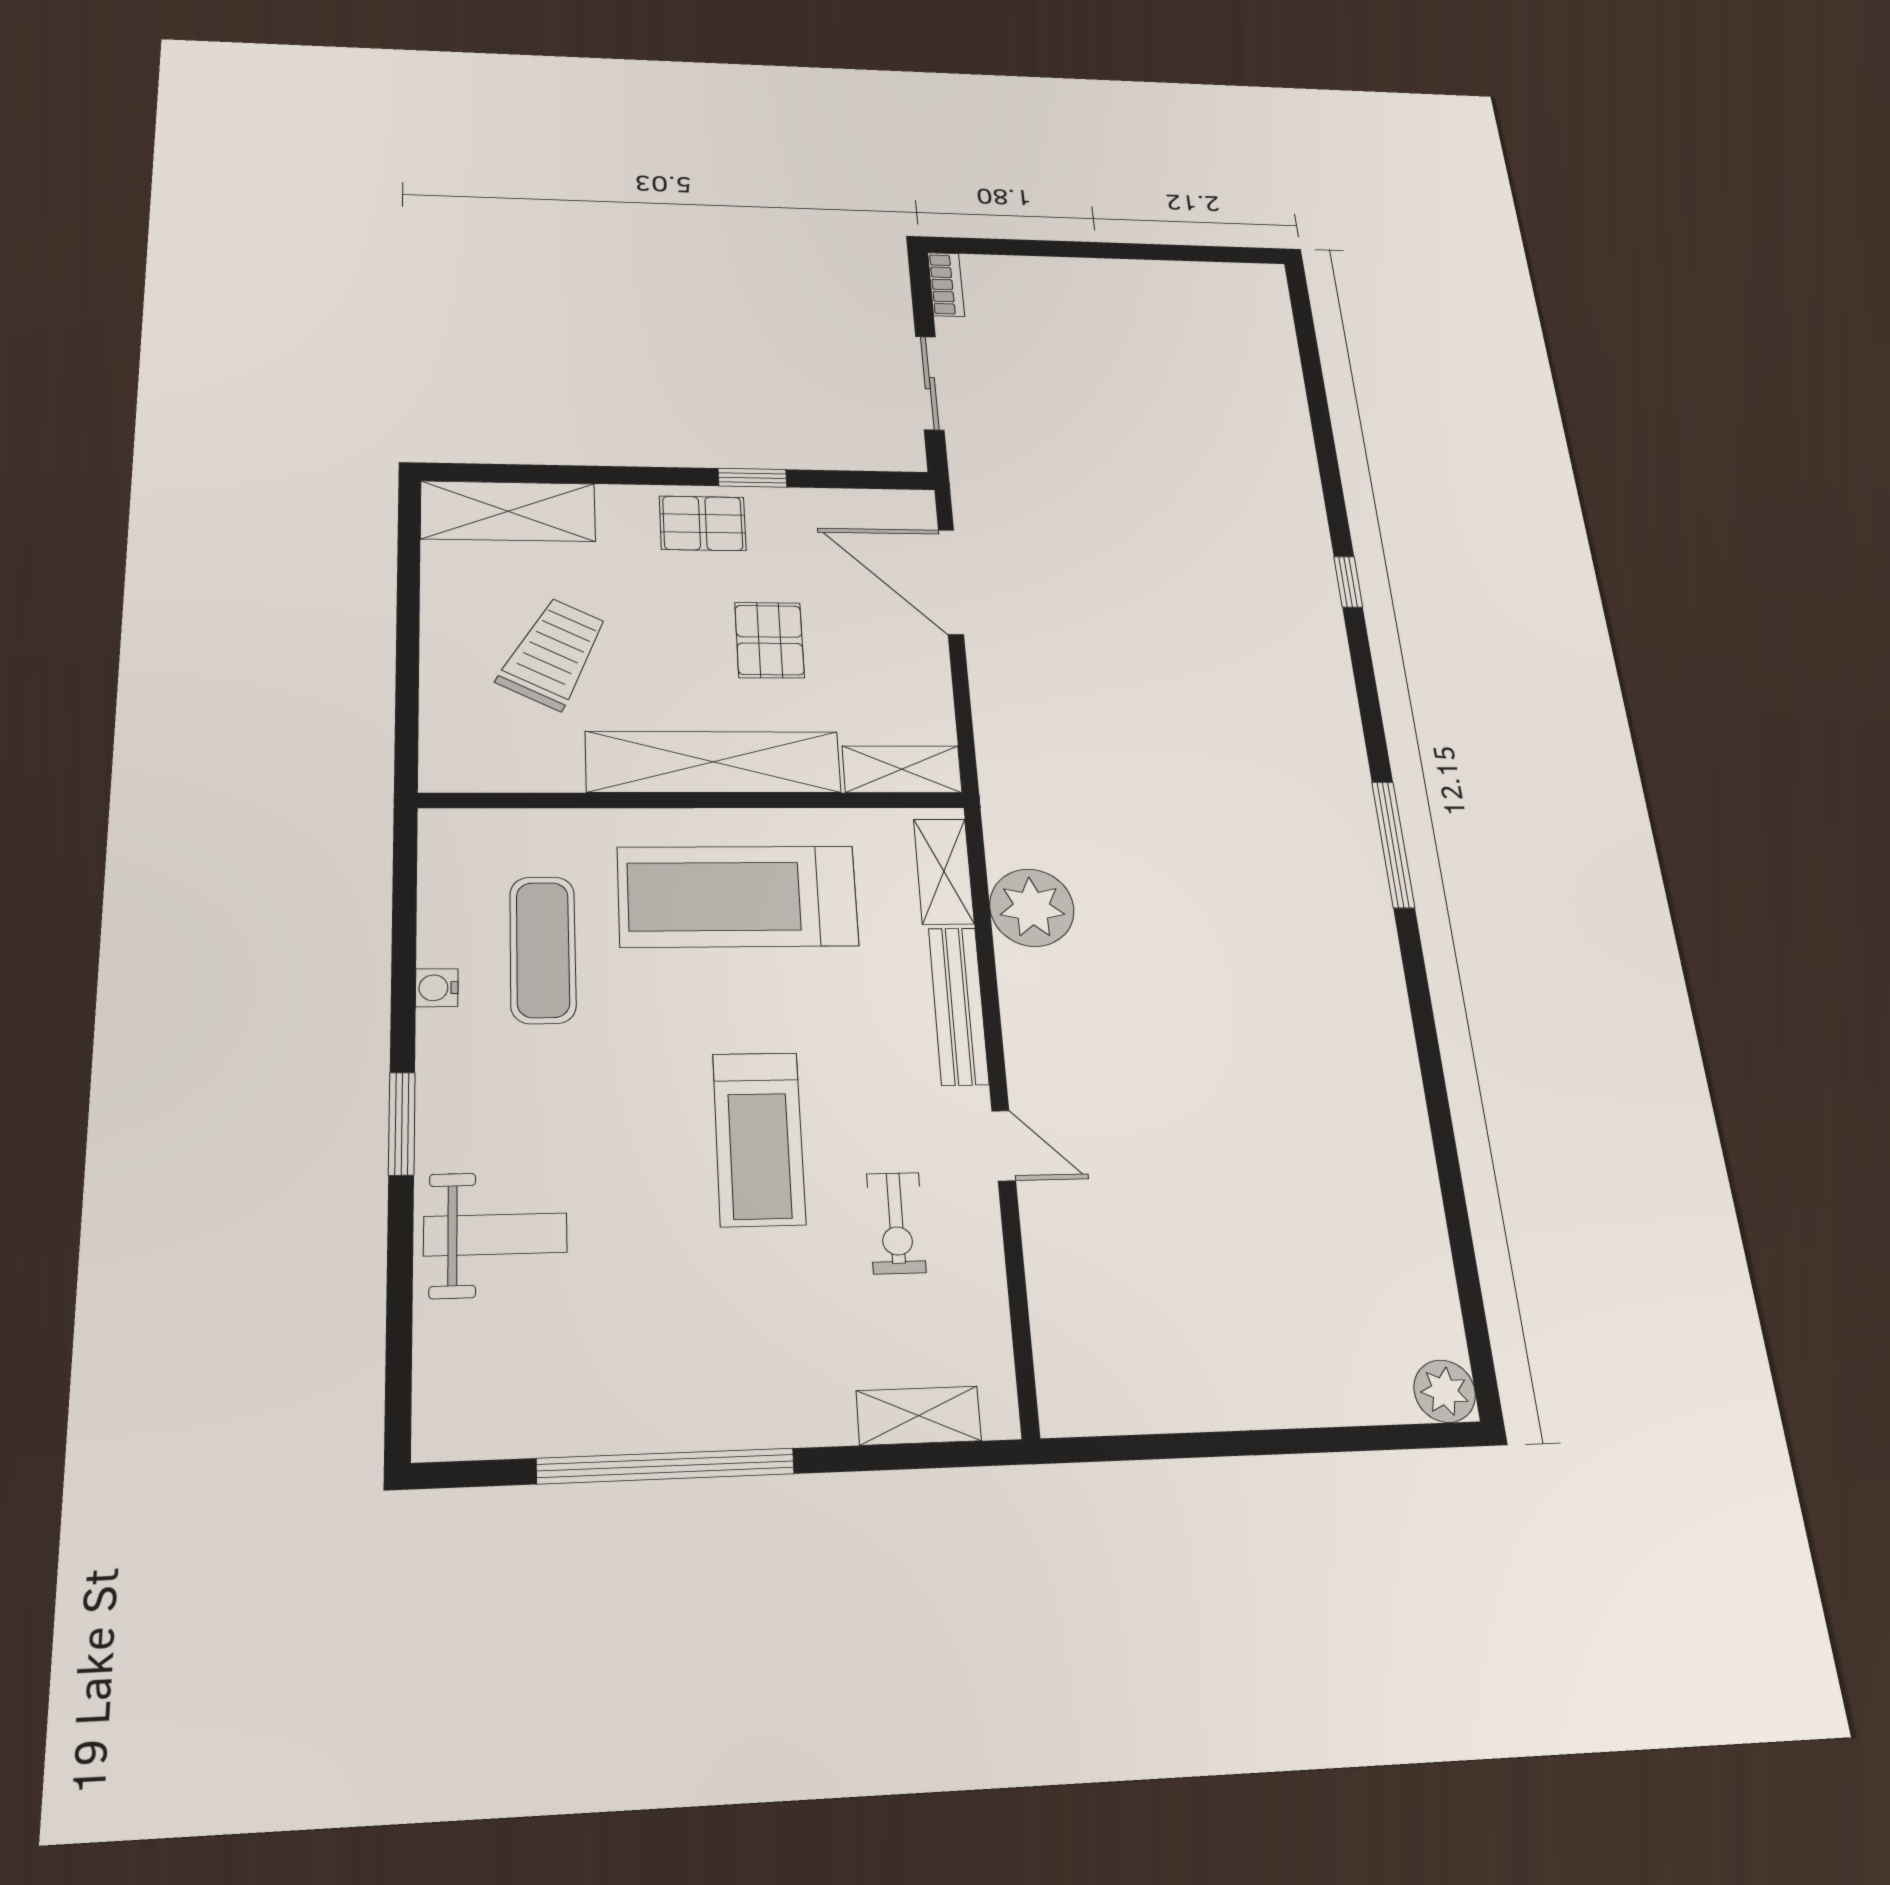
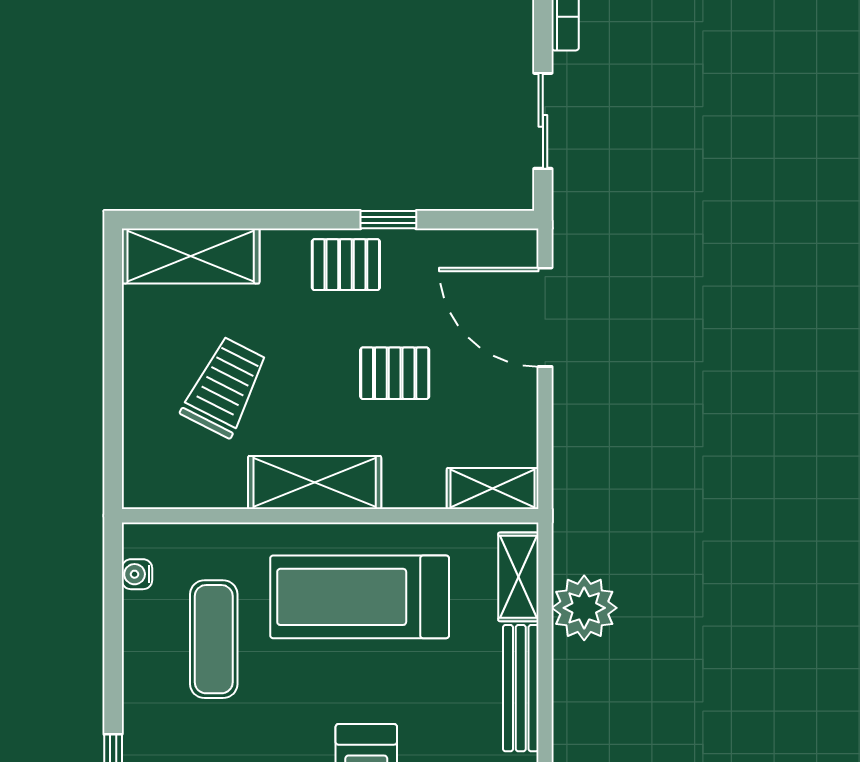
pallet: (769, 640) -> (395, 373), turned 90
shelving: (713, 762) -> (315, 483), width x0.68
water cooler: (437, 988) -> (137, 574), moved

